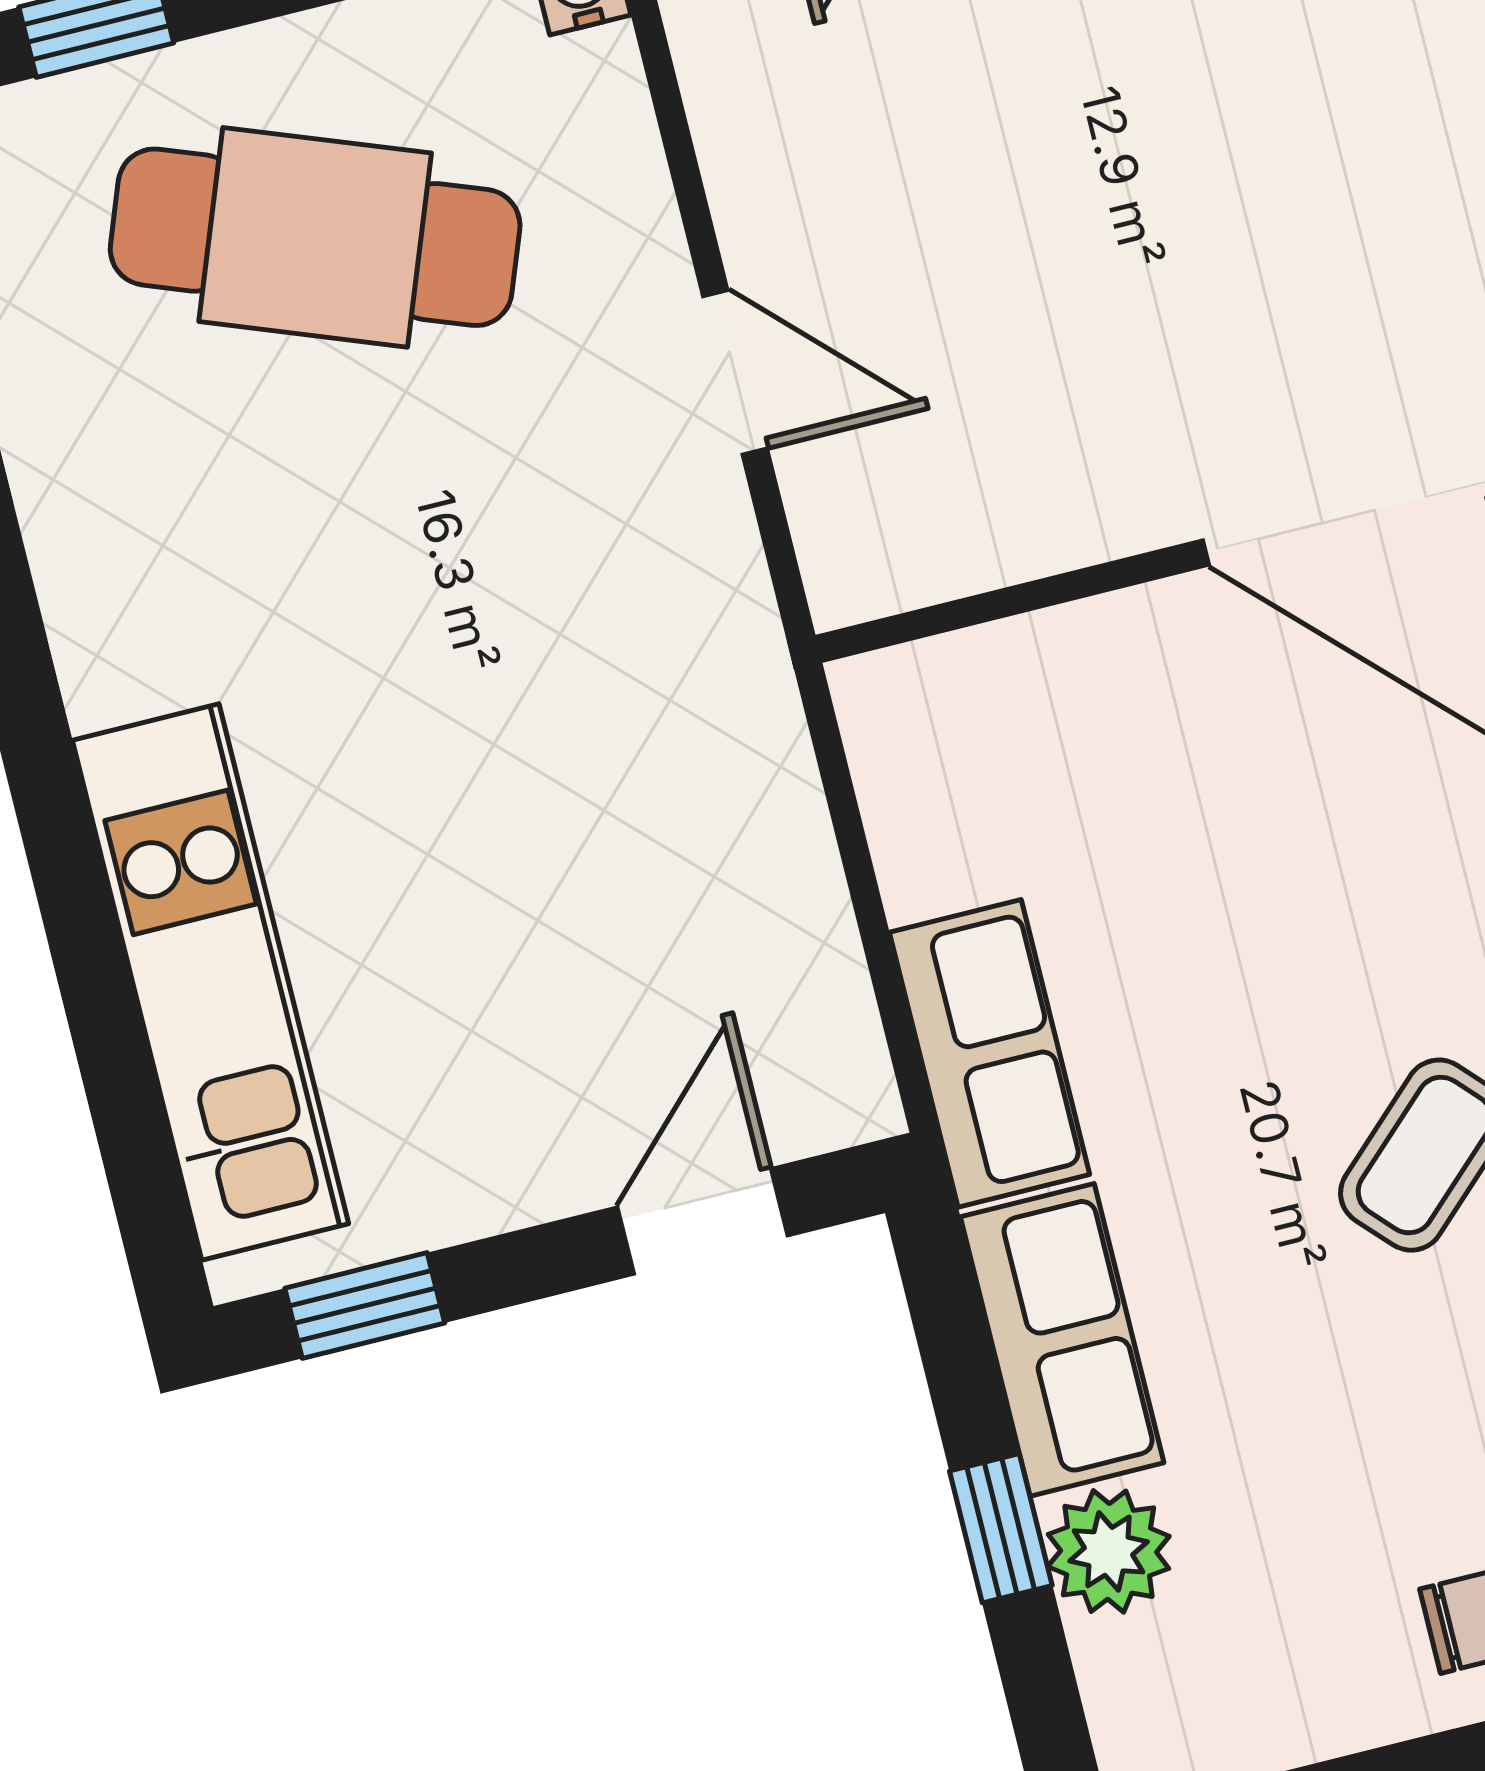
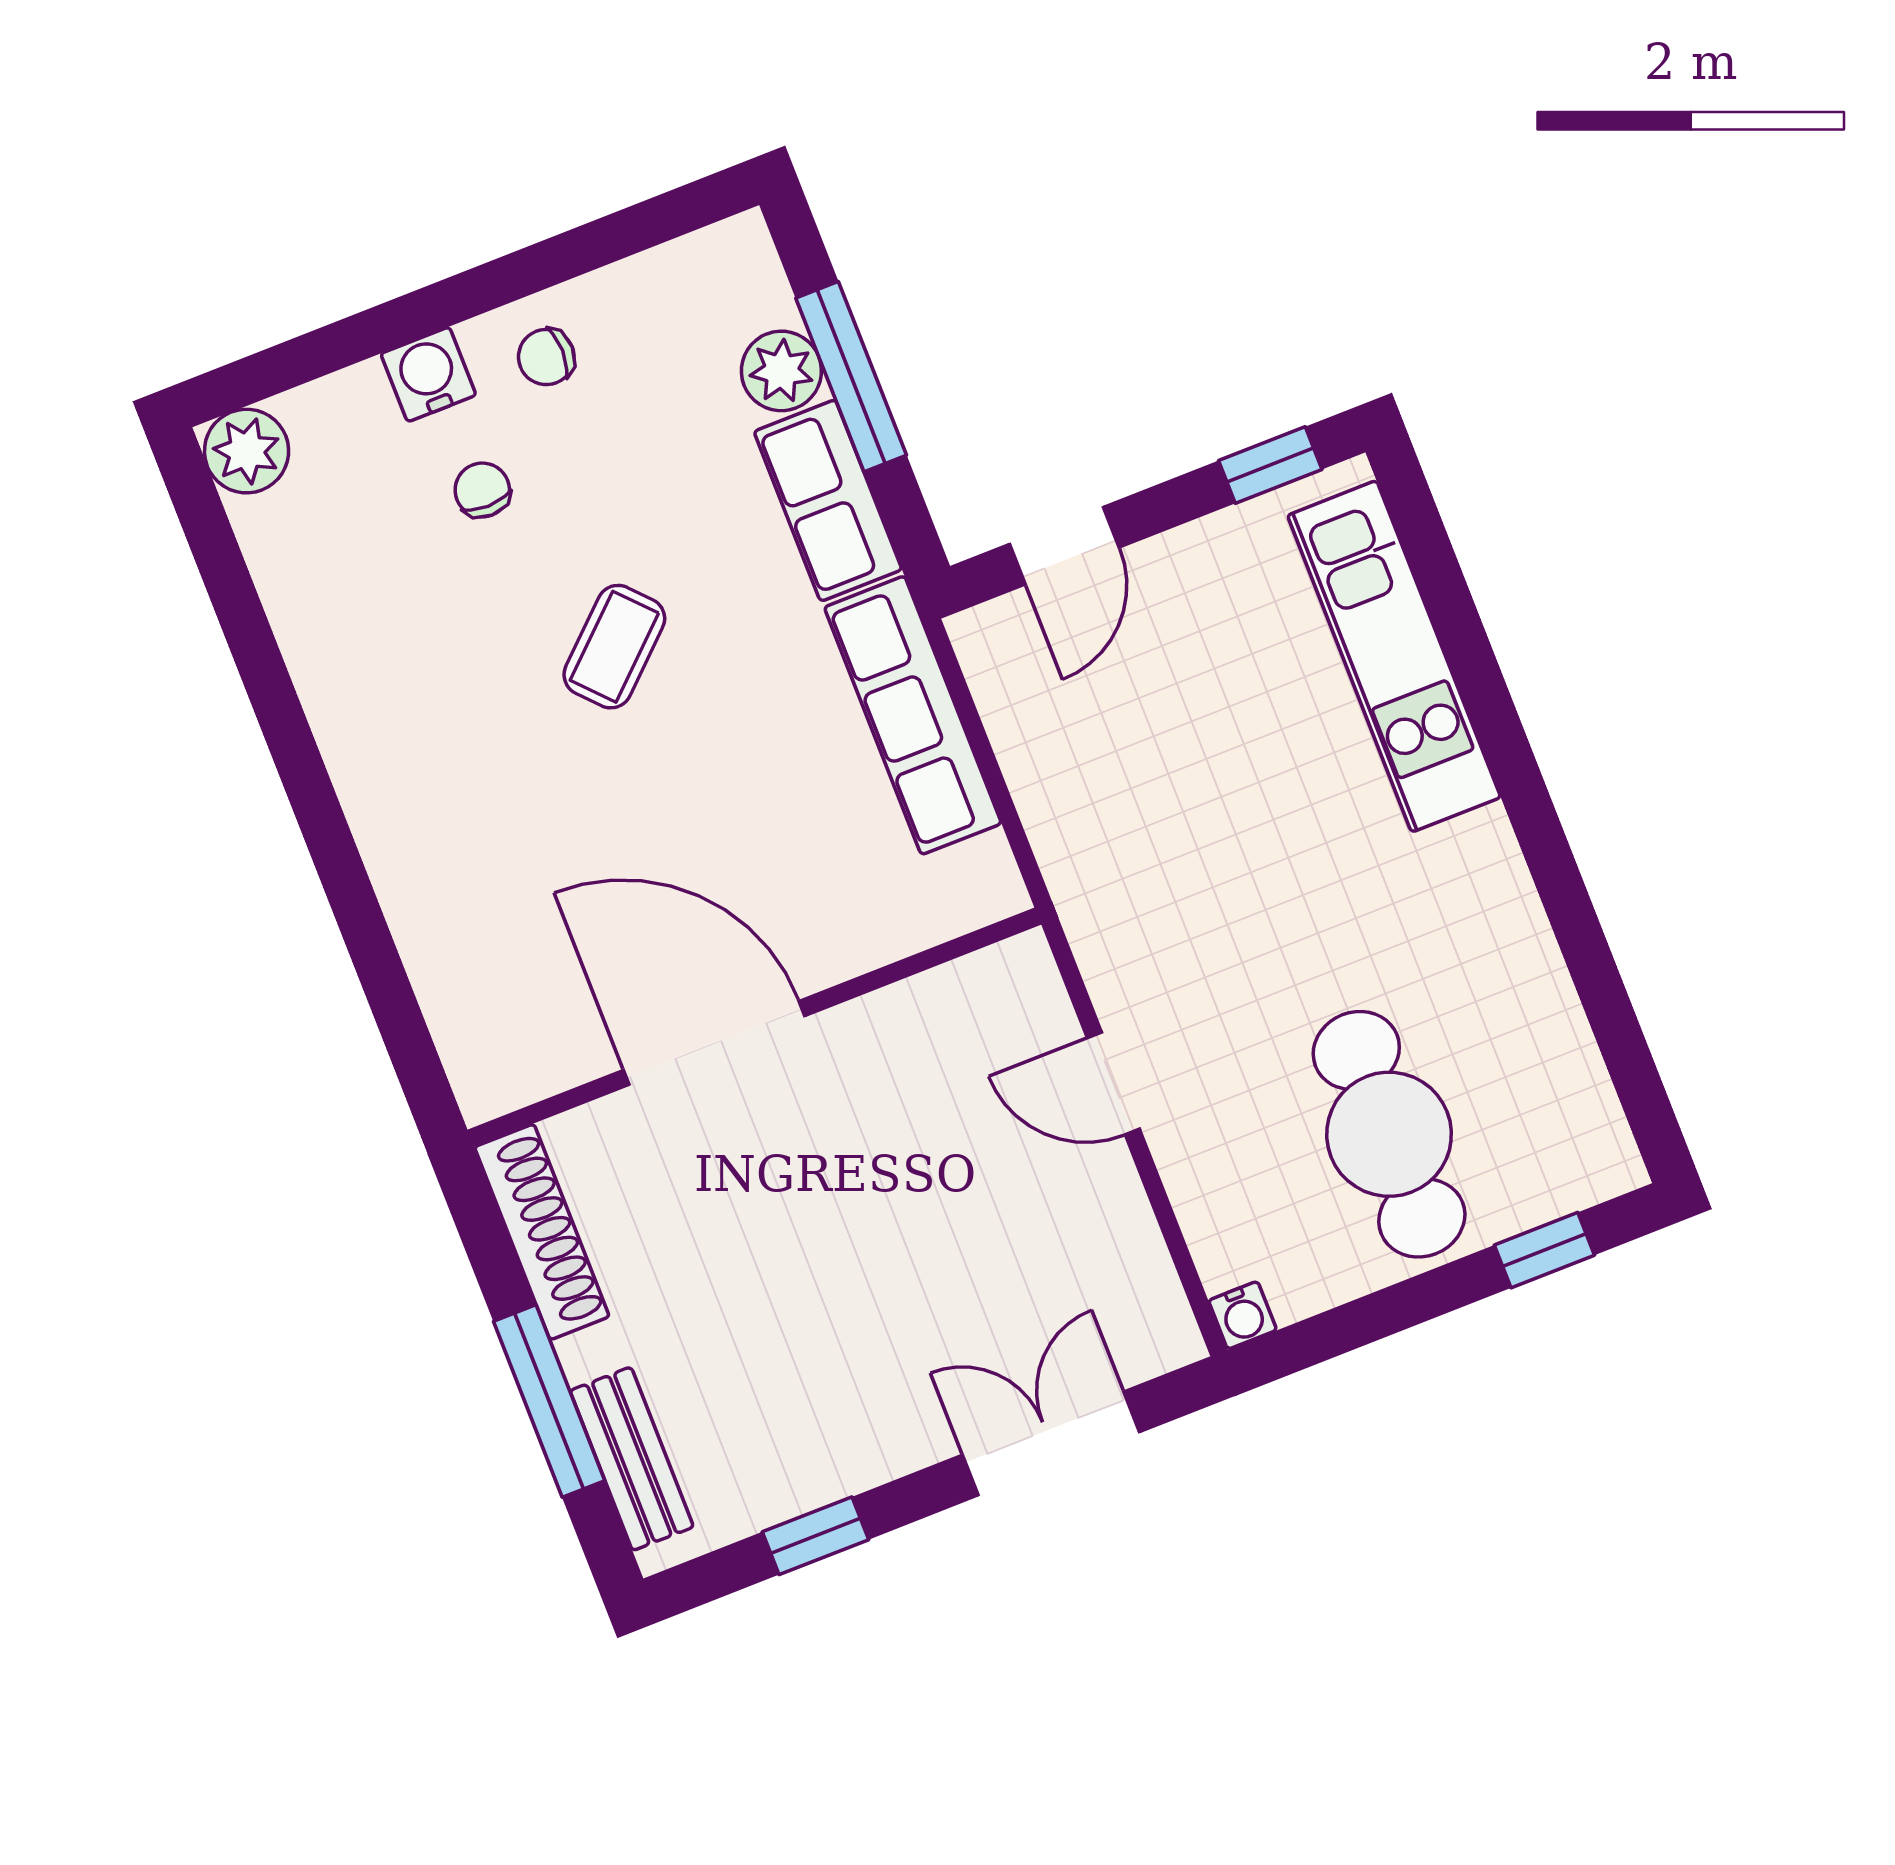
cafe table: (315, 237) -> (1389, 1134), turned 69
row of seats: (990, 1053) -> (913, 715), width x1.48
window: (1001, 1528) -> (851, 377), width x2.17

